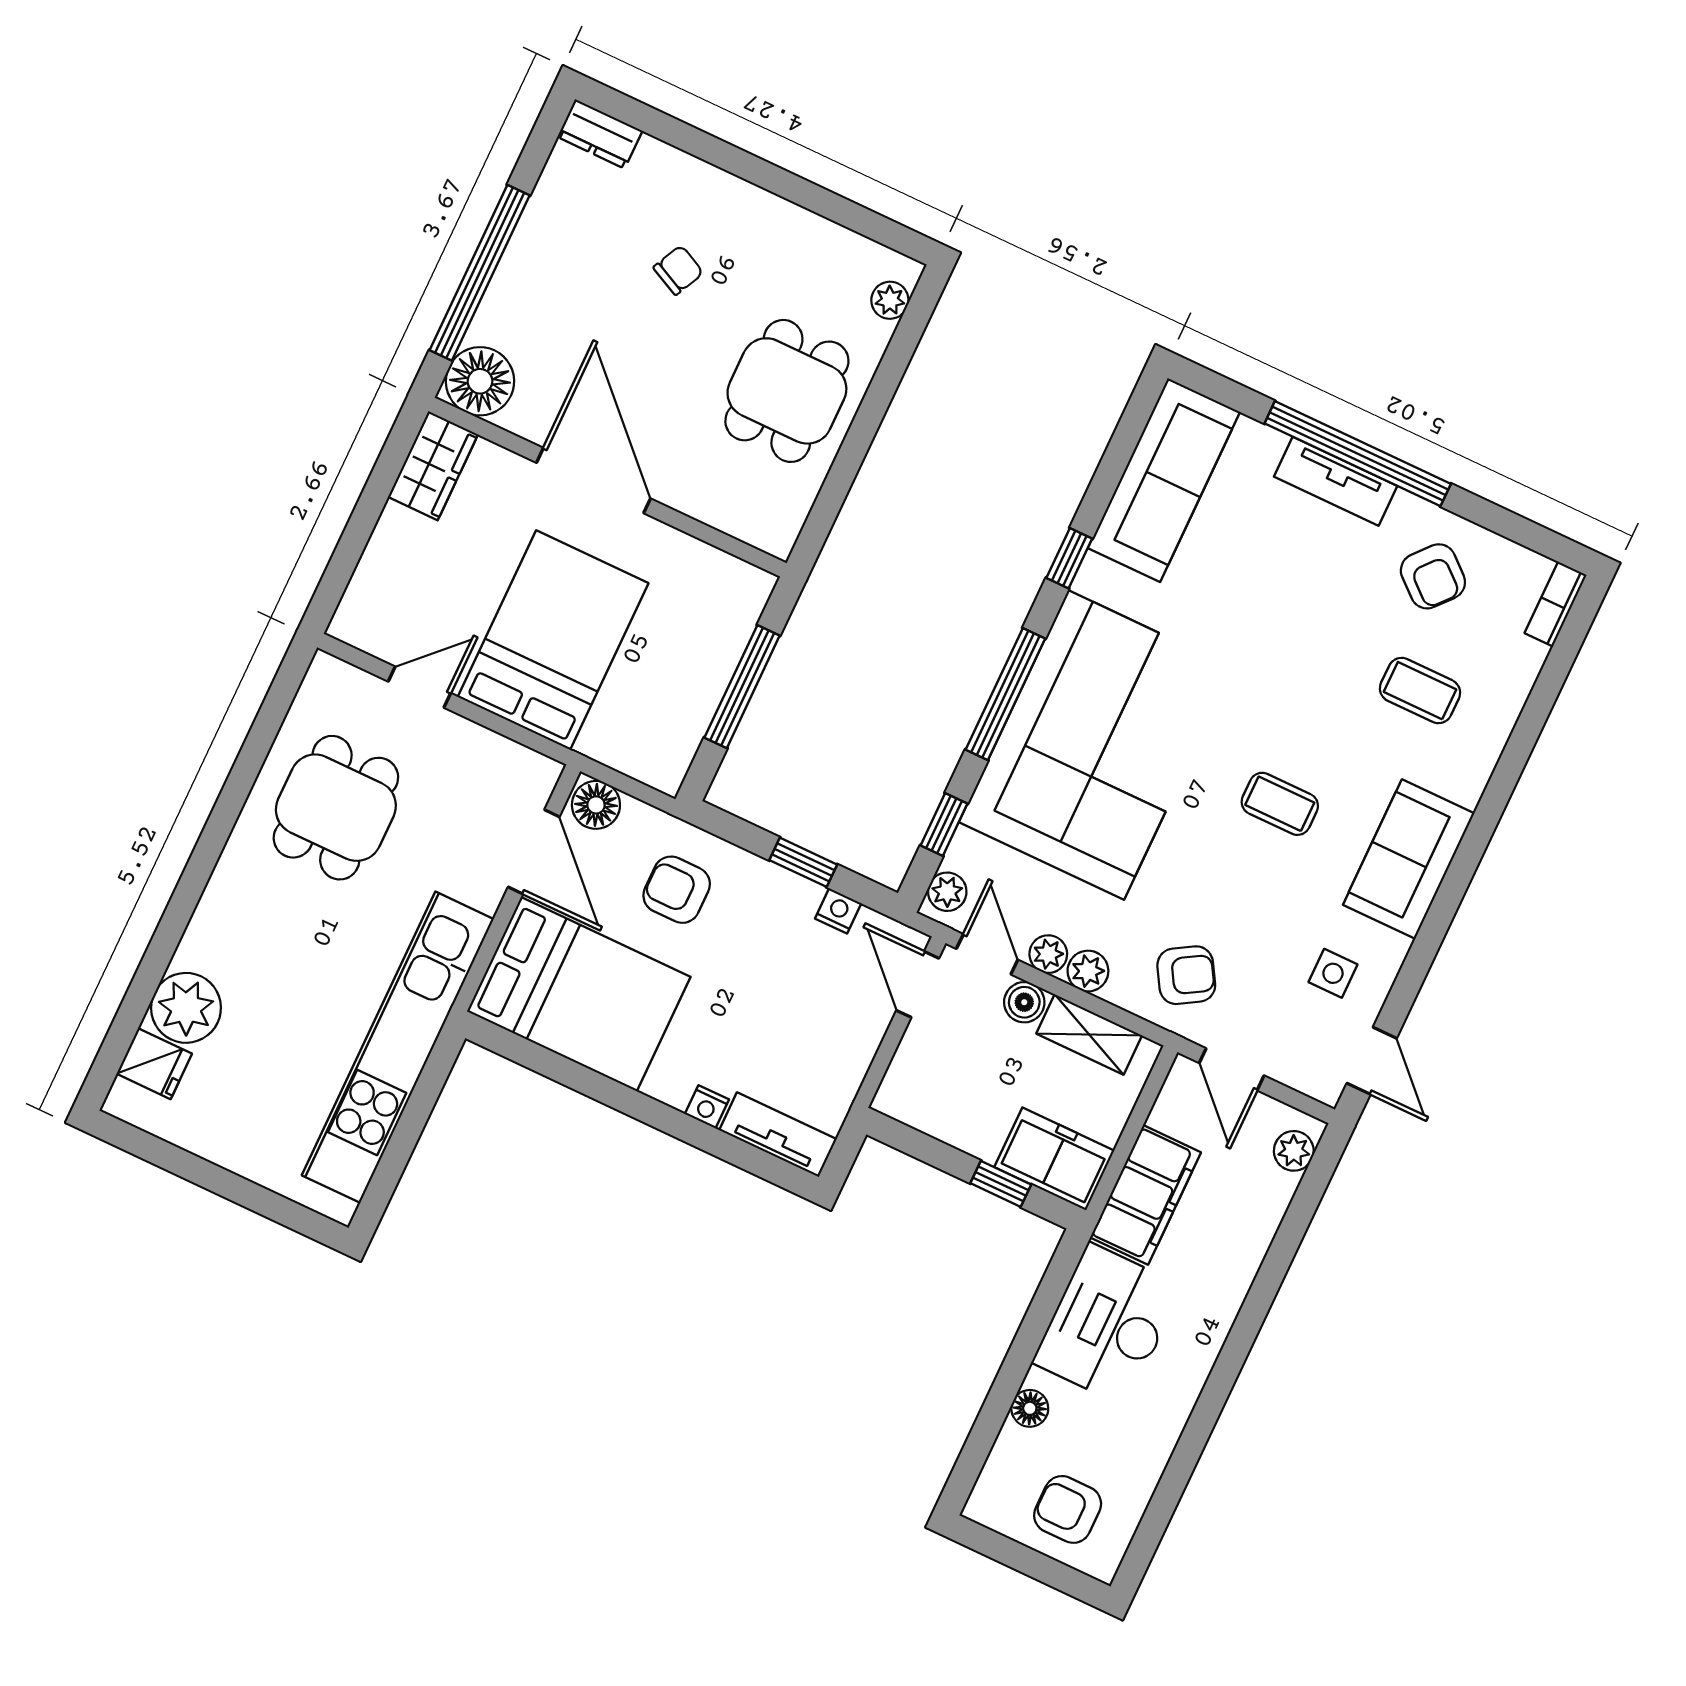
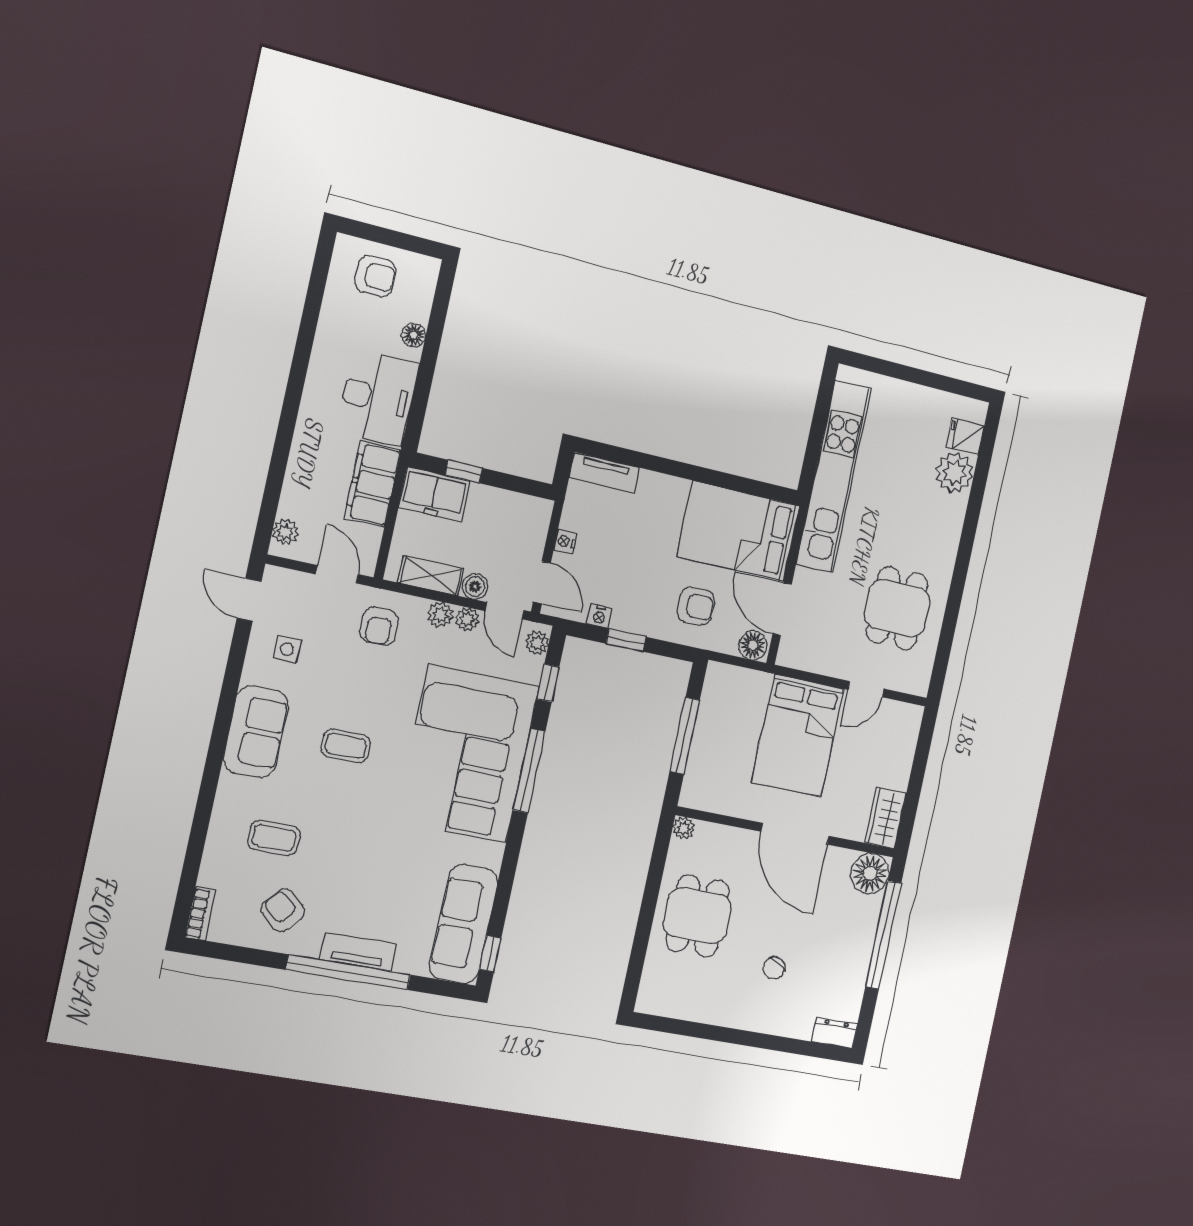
plant: (890, 300) -> (684, 828), moved
window: (1069, 558) -> (490, 954), moved
armchair: (1186, 975) -> (379, 626), turned -59
nightstand: (707, 1107) -> (565, 542), moved, turned -90

